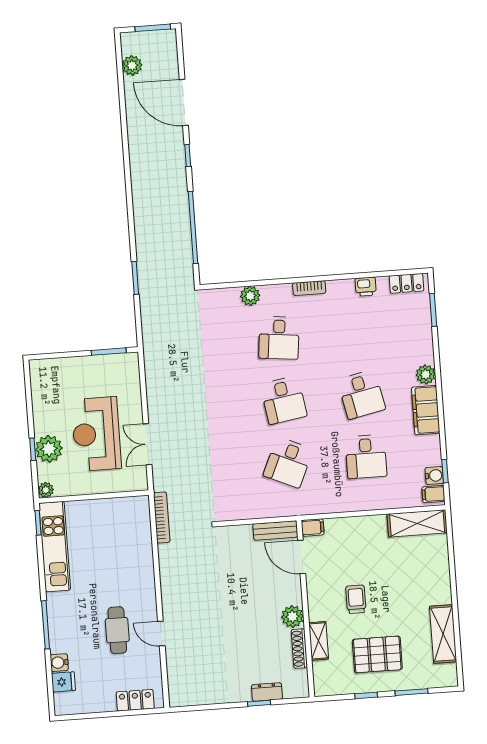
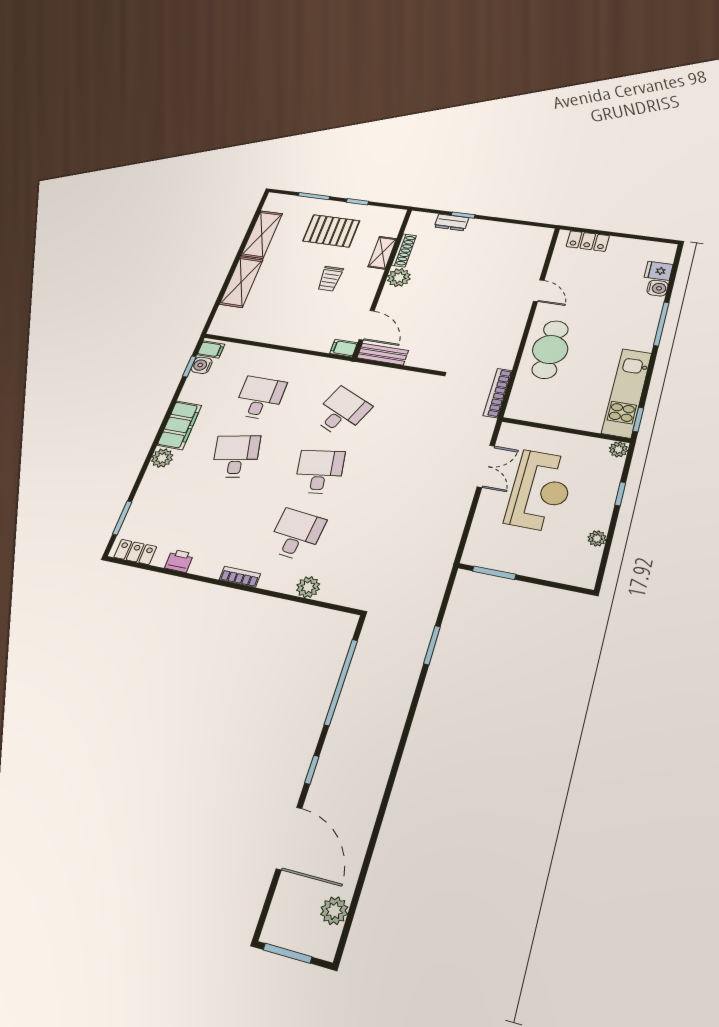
plant: (49, 449) -> (597, 538), moved, width x0.53, depth x0.53
shelving: (417, 523) -> (241, 282), moved, turned 90
cafe table: (117, 630) -> (550, 349), moved, width x1.37, depth x1.35

